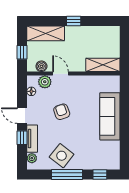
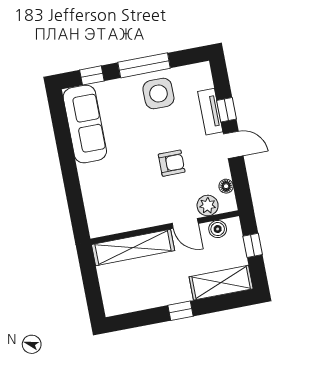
shelving: (103, 65) -> (133, 248), width x1.47
armchair: (62, 112) -> (172, 163), turned -71
sofa: (110, 116) -> (85, 124), moved
side table: (62, 156) -> (158, 93), turned -38
plant: (32, 158) -> (205, 80), removed

